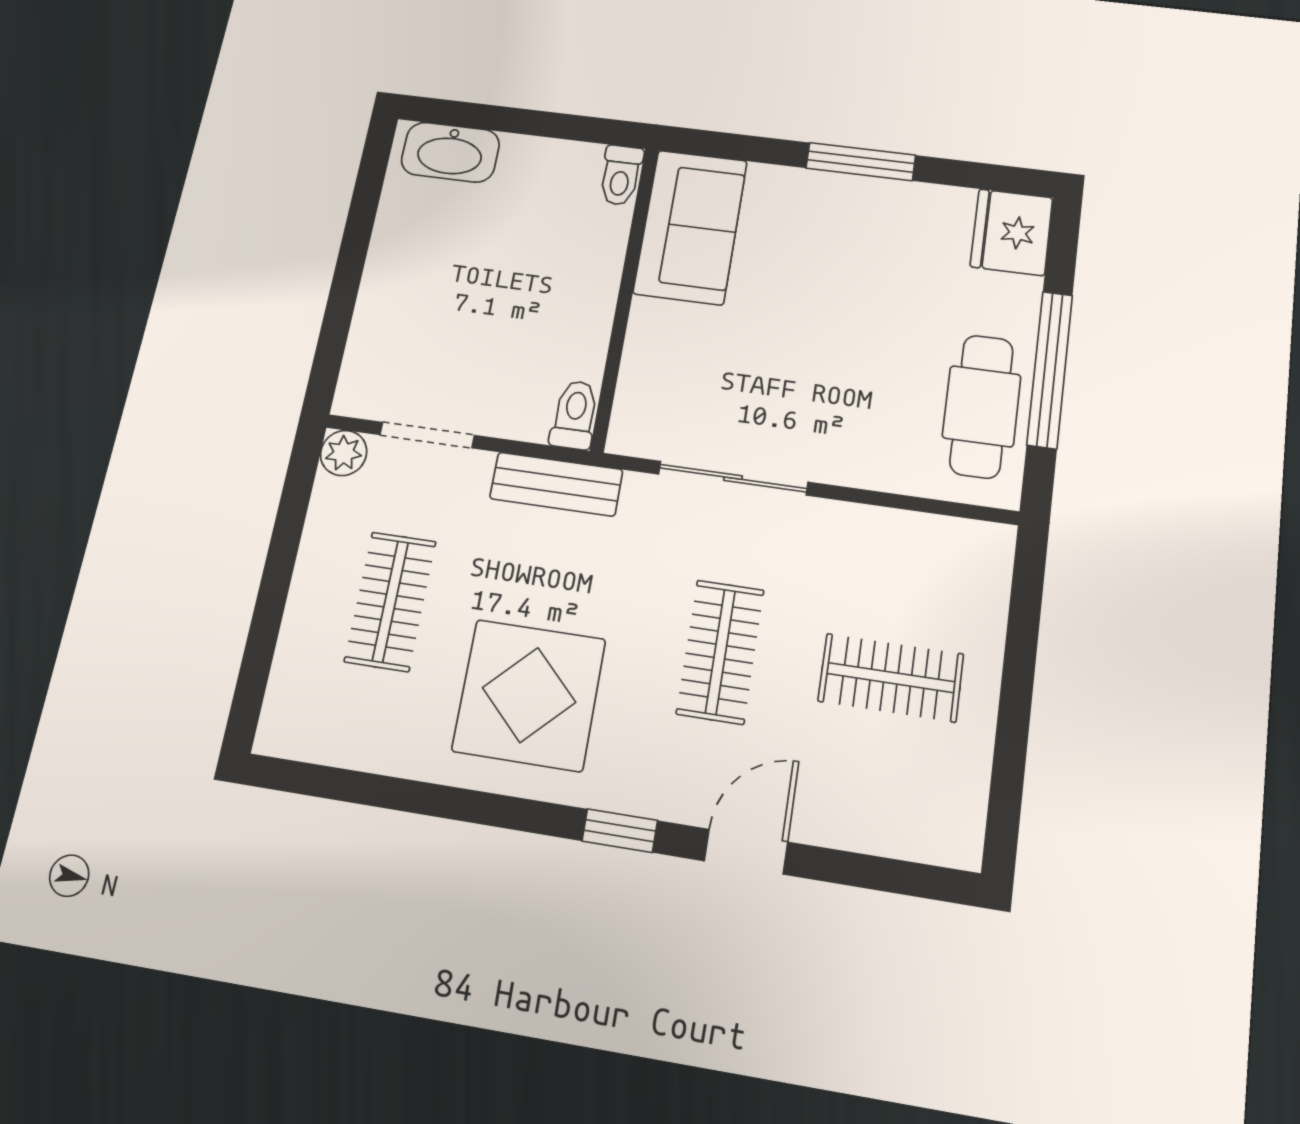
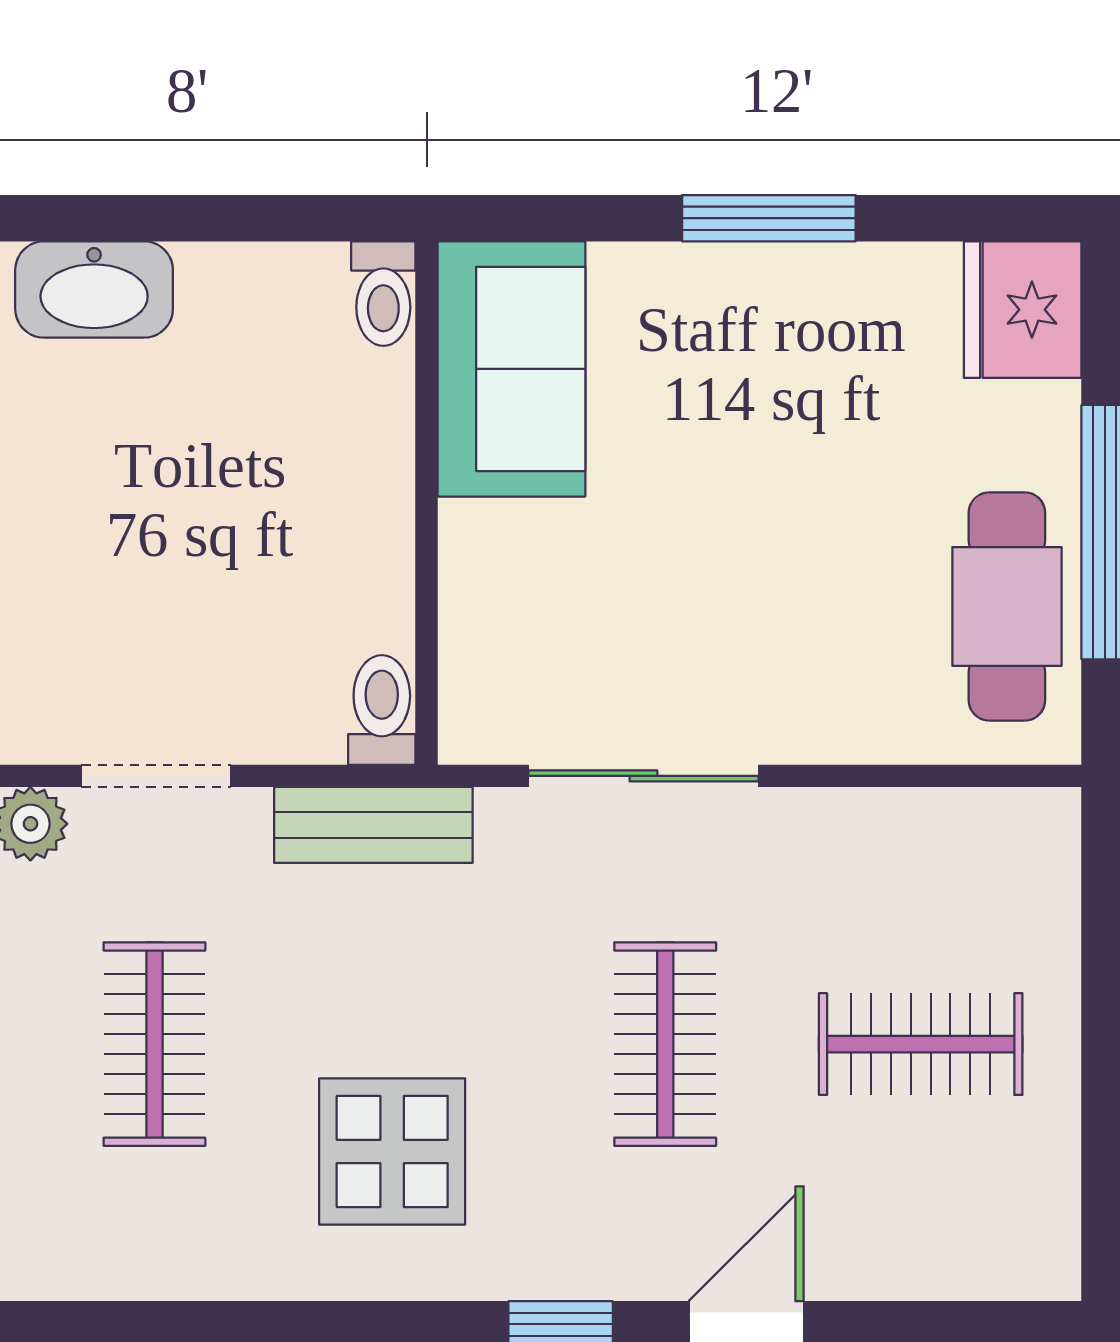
display table: (529, 695) -> (392, 1152), width x0.73, depth x0.73

